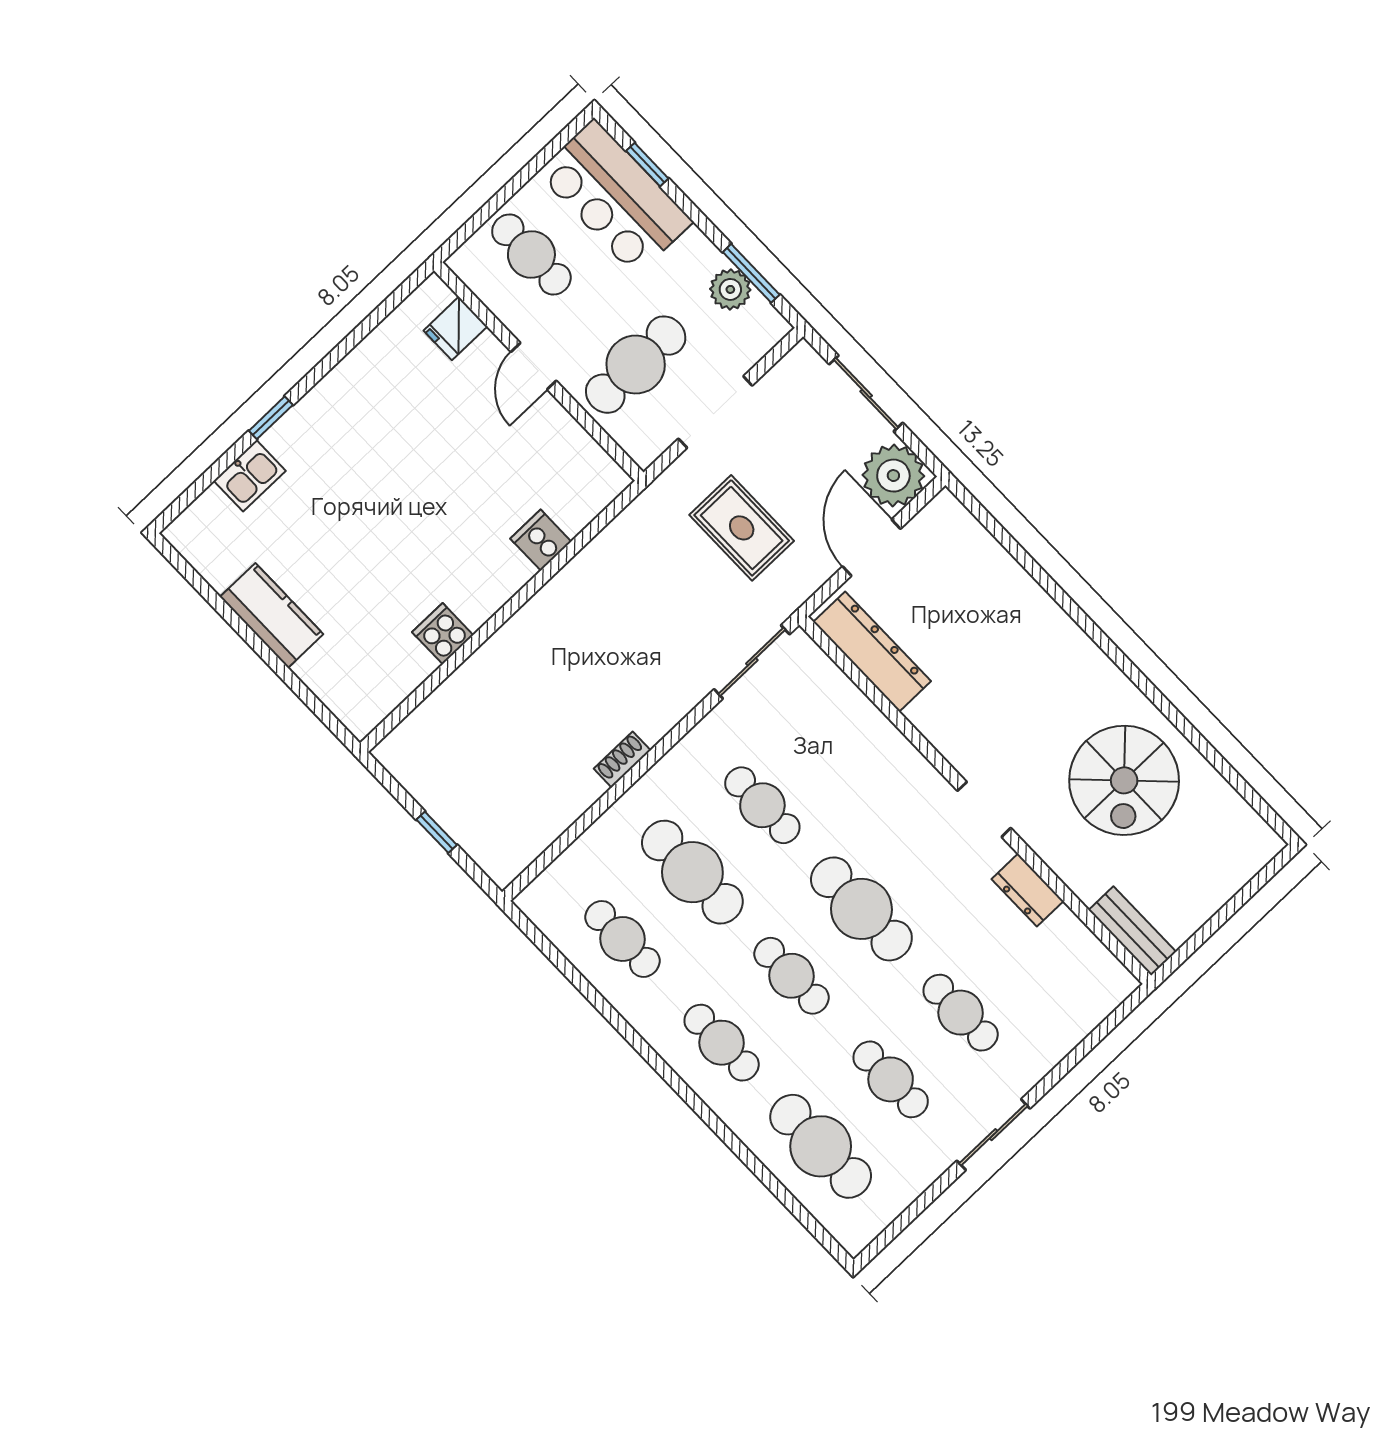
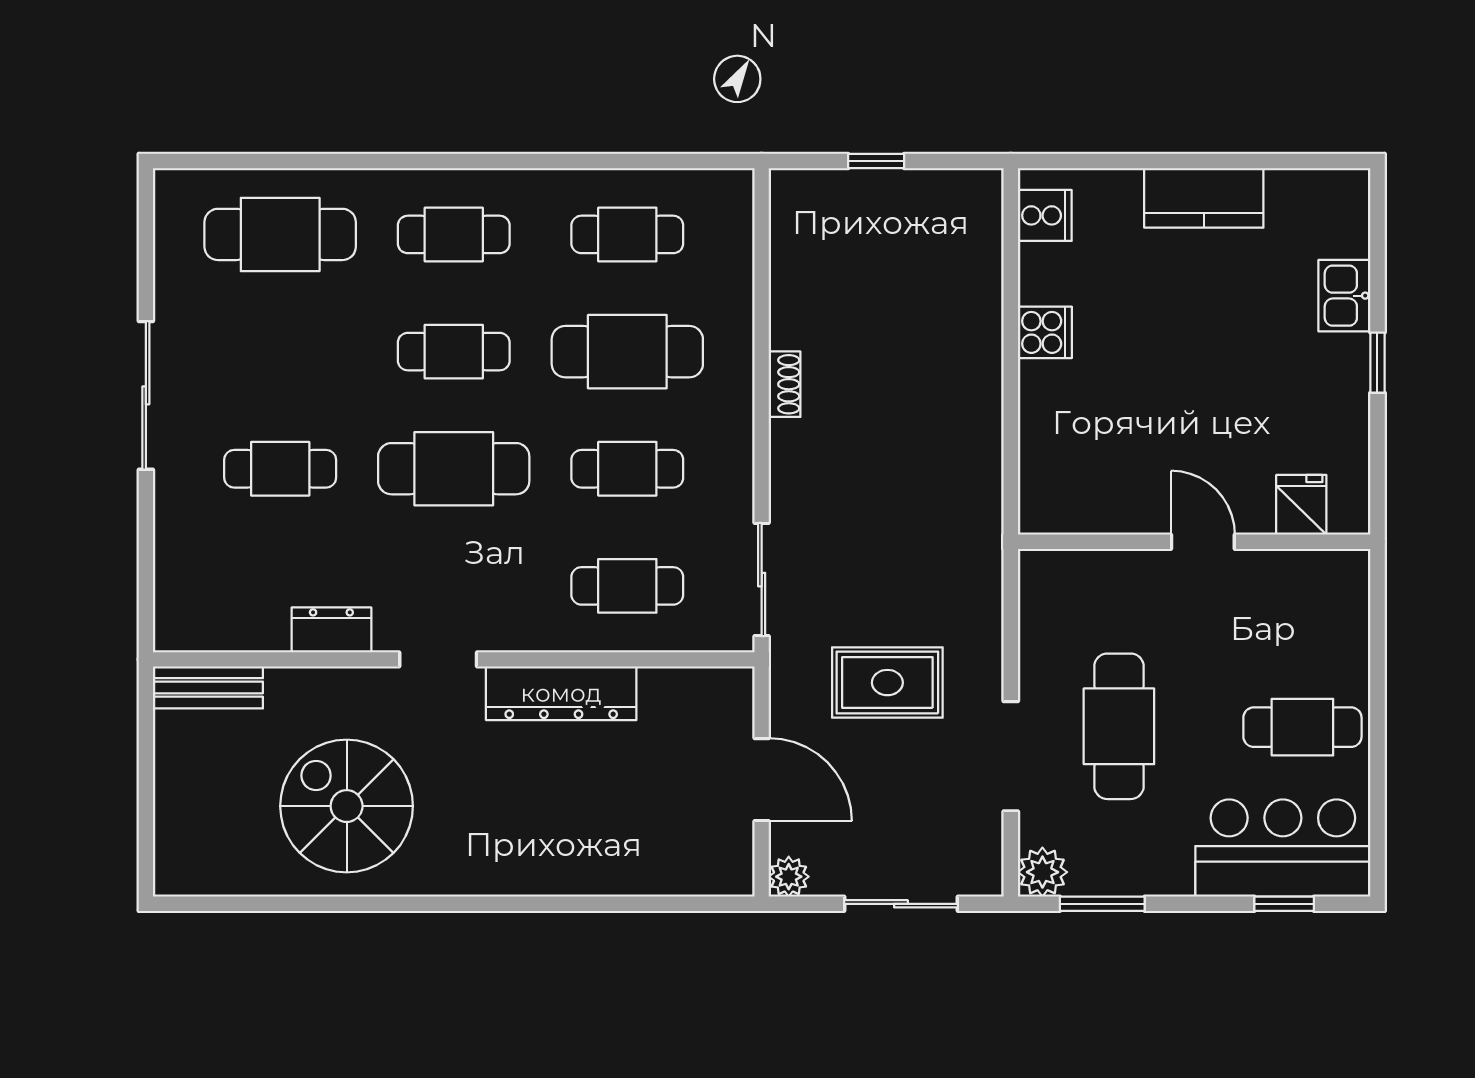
plant: (730, 289) -> (1042, 872), moved
fridge: (455, 328) -> (1301, 505), moved
door: (534, 366) -> (1203, 542), moved
wall: (539, 371) -> (1194, 542), moved
plant: (893, 476) -> (789, 877), width x0.53, depth x0.53
cooker: (541, 540) -> (1045, 215), moved
dresser: (872, 652) -> (561, 693), moved
cafe table: (891, 1079) -> (627, 586), moved
sliding door: (993, 1135) -> (146, 395), width x1.37

